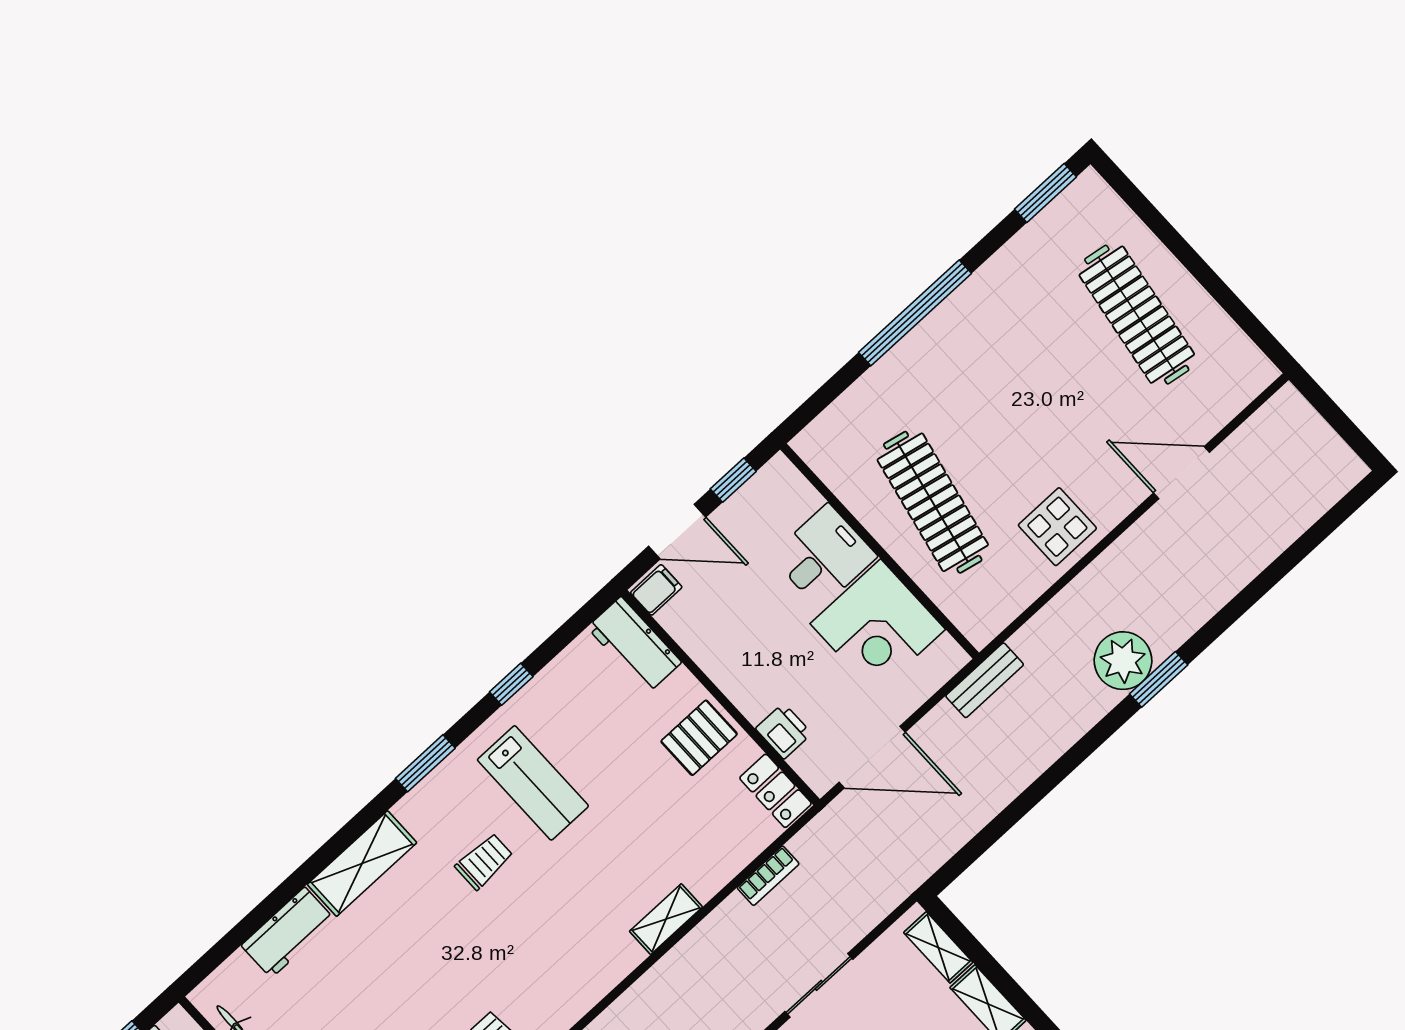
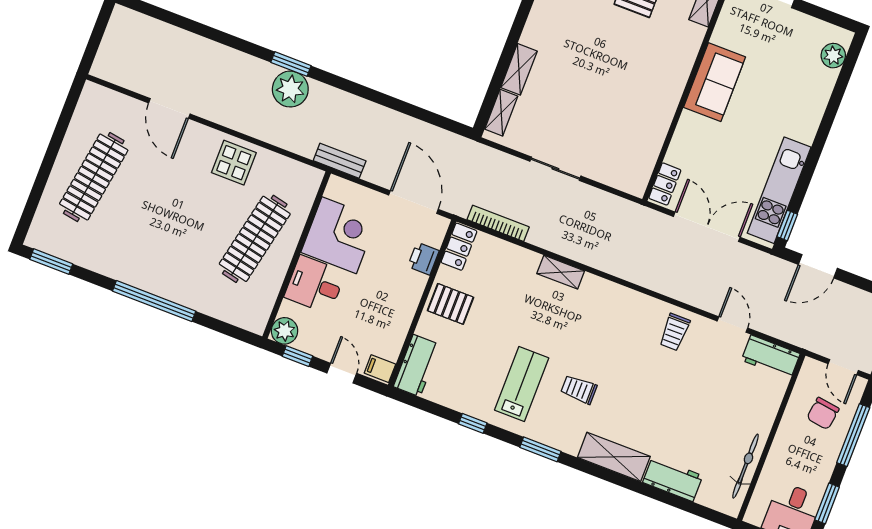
plant: (779, 479) -> (285, 331), added
door: (677, 532) -> (342, 373), width x0.73
bookcase: (768, 876) -> (498, 223), width x1.56

